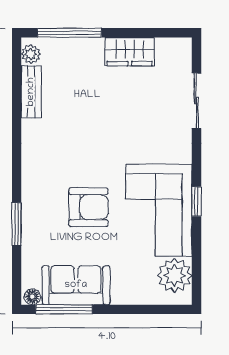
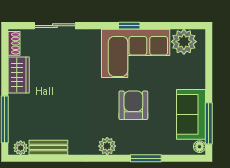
shoe rack: (172, 45) -> (14, 43), added
plant: (33, 172) -> (107, 146), added

